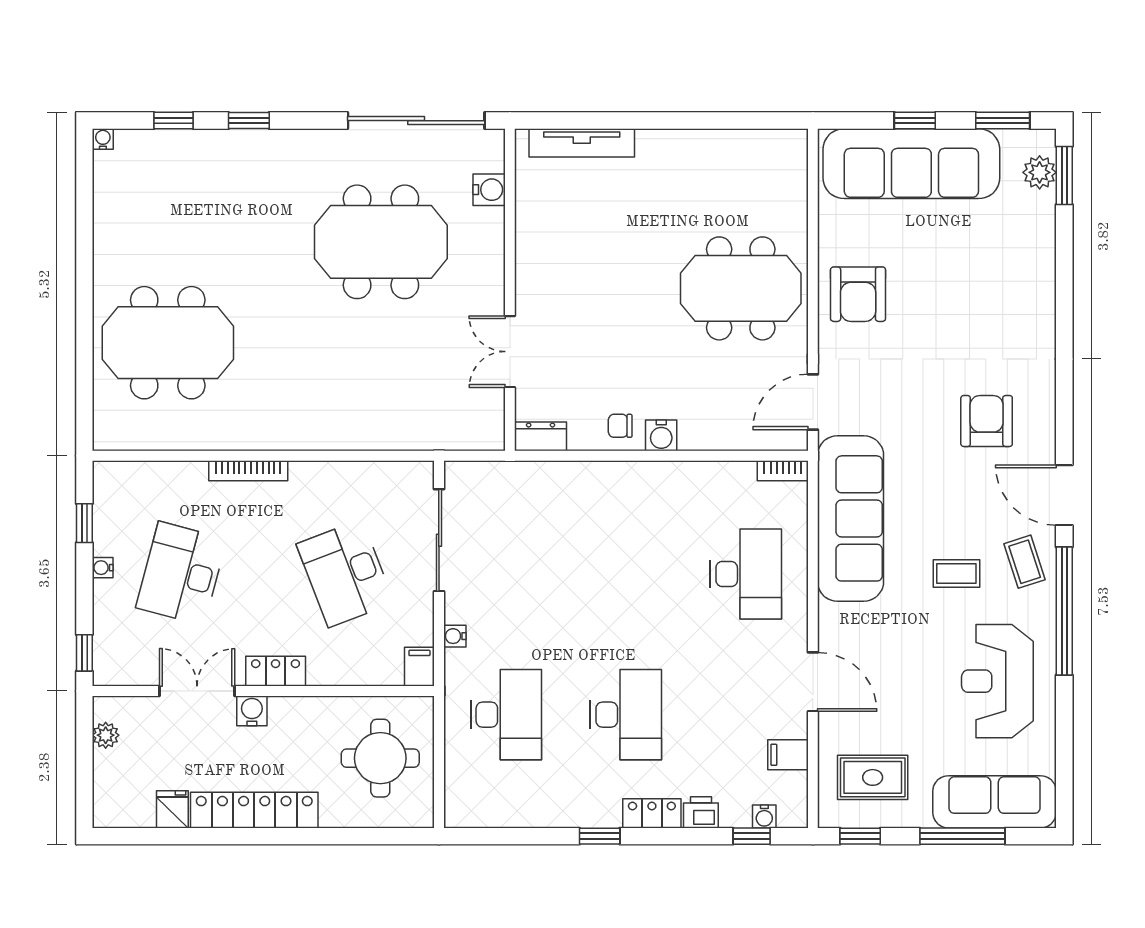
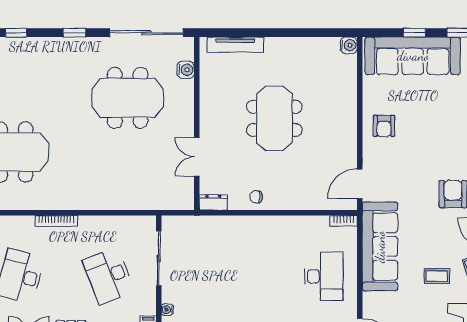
window: (249, 121) -> (74, 33), moved
meeting table: (741, 288) -> (274, 118), moved, turned 90
armchair: (858, 294) -> (384, 126), width x0.72, depth x0.72
water cooler: (661, 435) -> (349, 45), moved, turned -90

